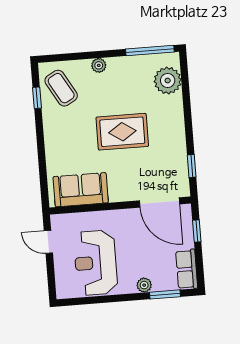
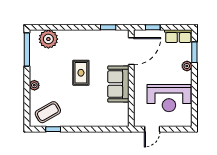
rug: (122, 132) -> (81, 73), width x0.73, depth x0.70
sofa: (81, 190) -> (118, 84), moved

